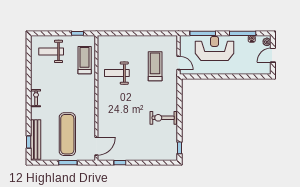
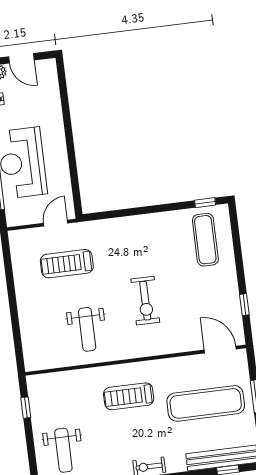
treadmill: (85, 60) -> (129, 396), moved
exercise bike: (163, 118) -> (145, 301), moved
exercise mat: (159, 145) -> (205, 240), added

